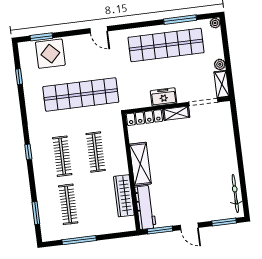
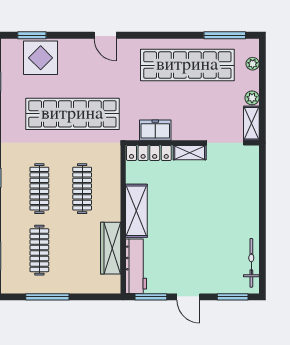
window: (180, 20) -> (225, 35), moved
plant: (215, 23) -> (253, 64), moved
freezer: (164, 97) -> (155, 130), moved

